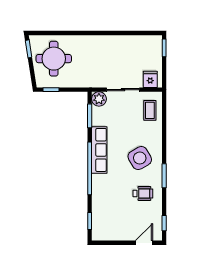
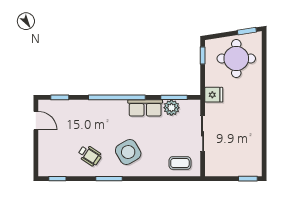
fridge: (150, 79) -> (214, 95), moved
plant: (99, 99) -> (171, 108), moved
row of seats: (99, 150) -> (145, 108), width x0.68
wheelchair: (143, 193) -> (90, 155), turned -57
door: (144, 243) -> (36, 121), moved

